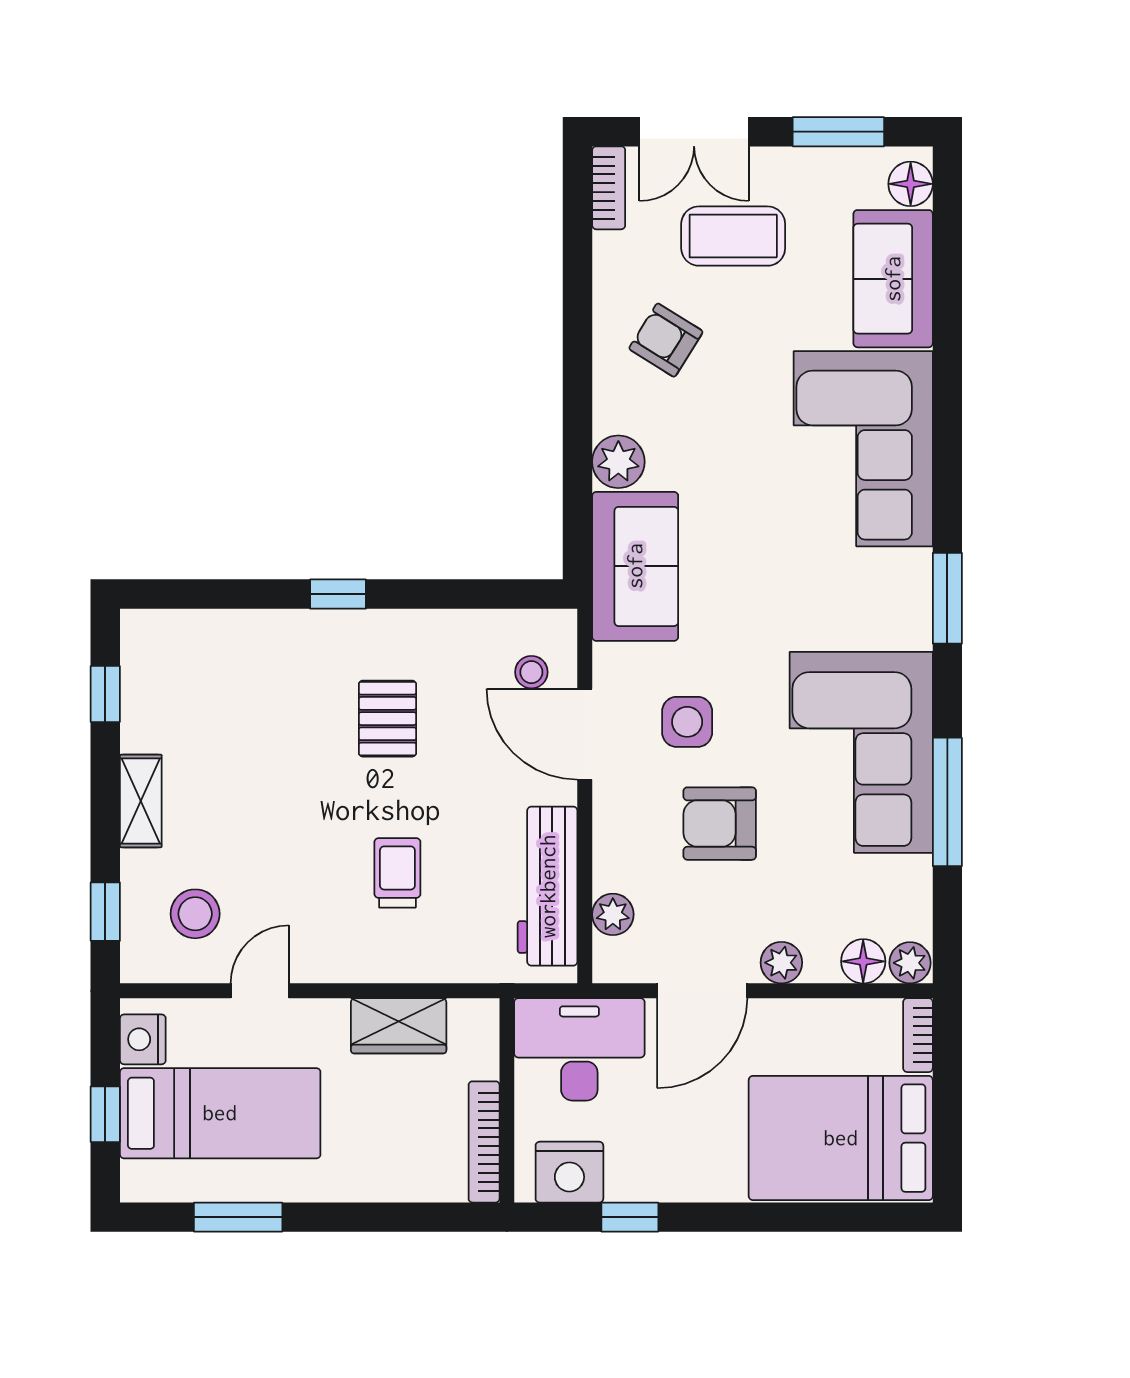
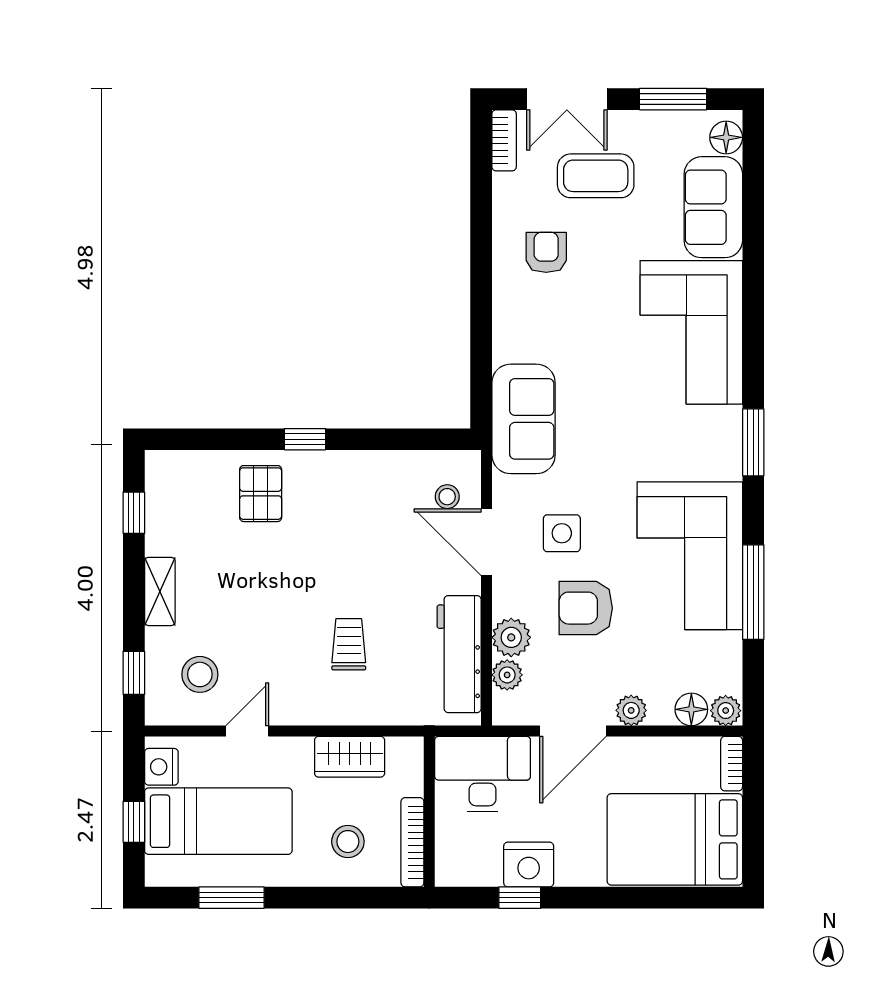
armchair: (666, 340) -> (546, 252), turned 58
plant: (618, 462) -> (511, 637), moved
pallet: (387, 719) -> (261, 494), moved
stool: (396, 1141) -> (348, 842), added
nightstand: (569, 1172) -> (529, 864), moved

